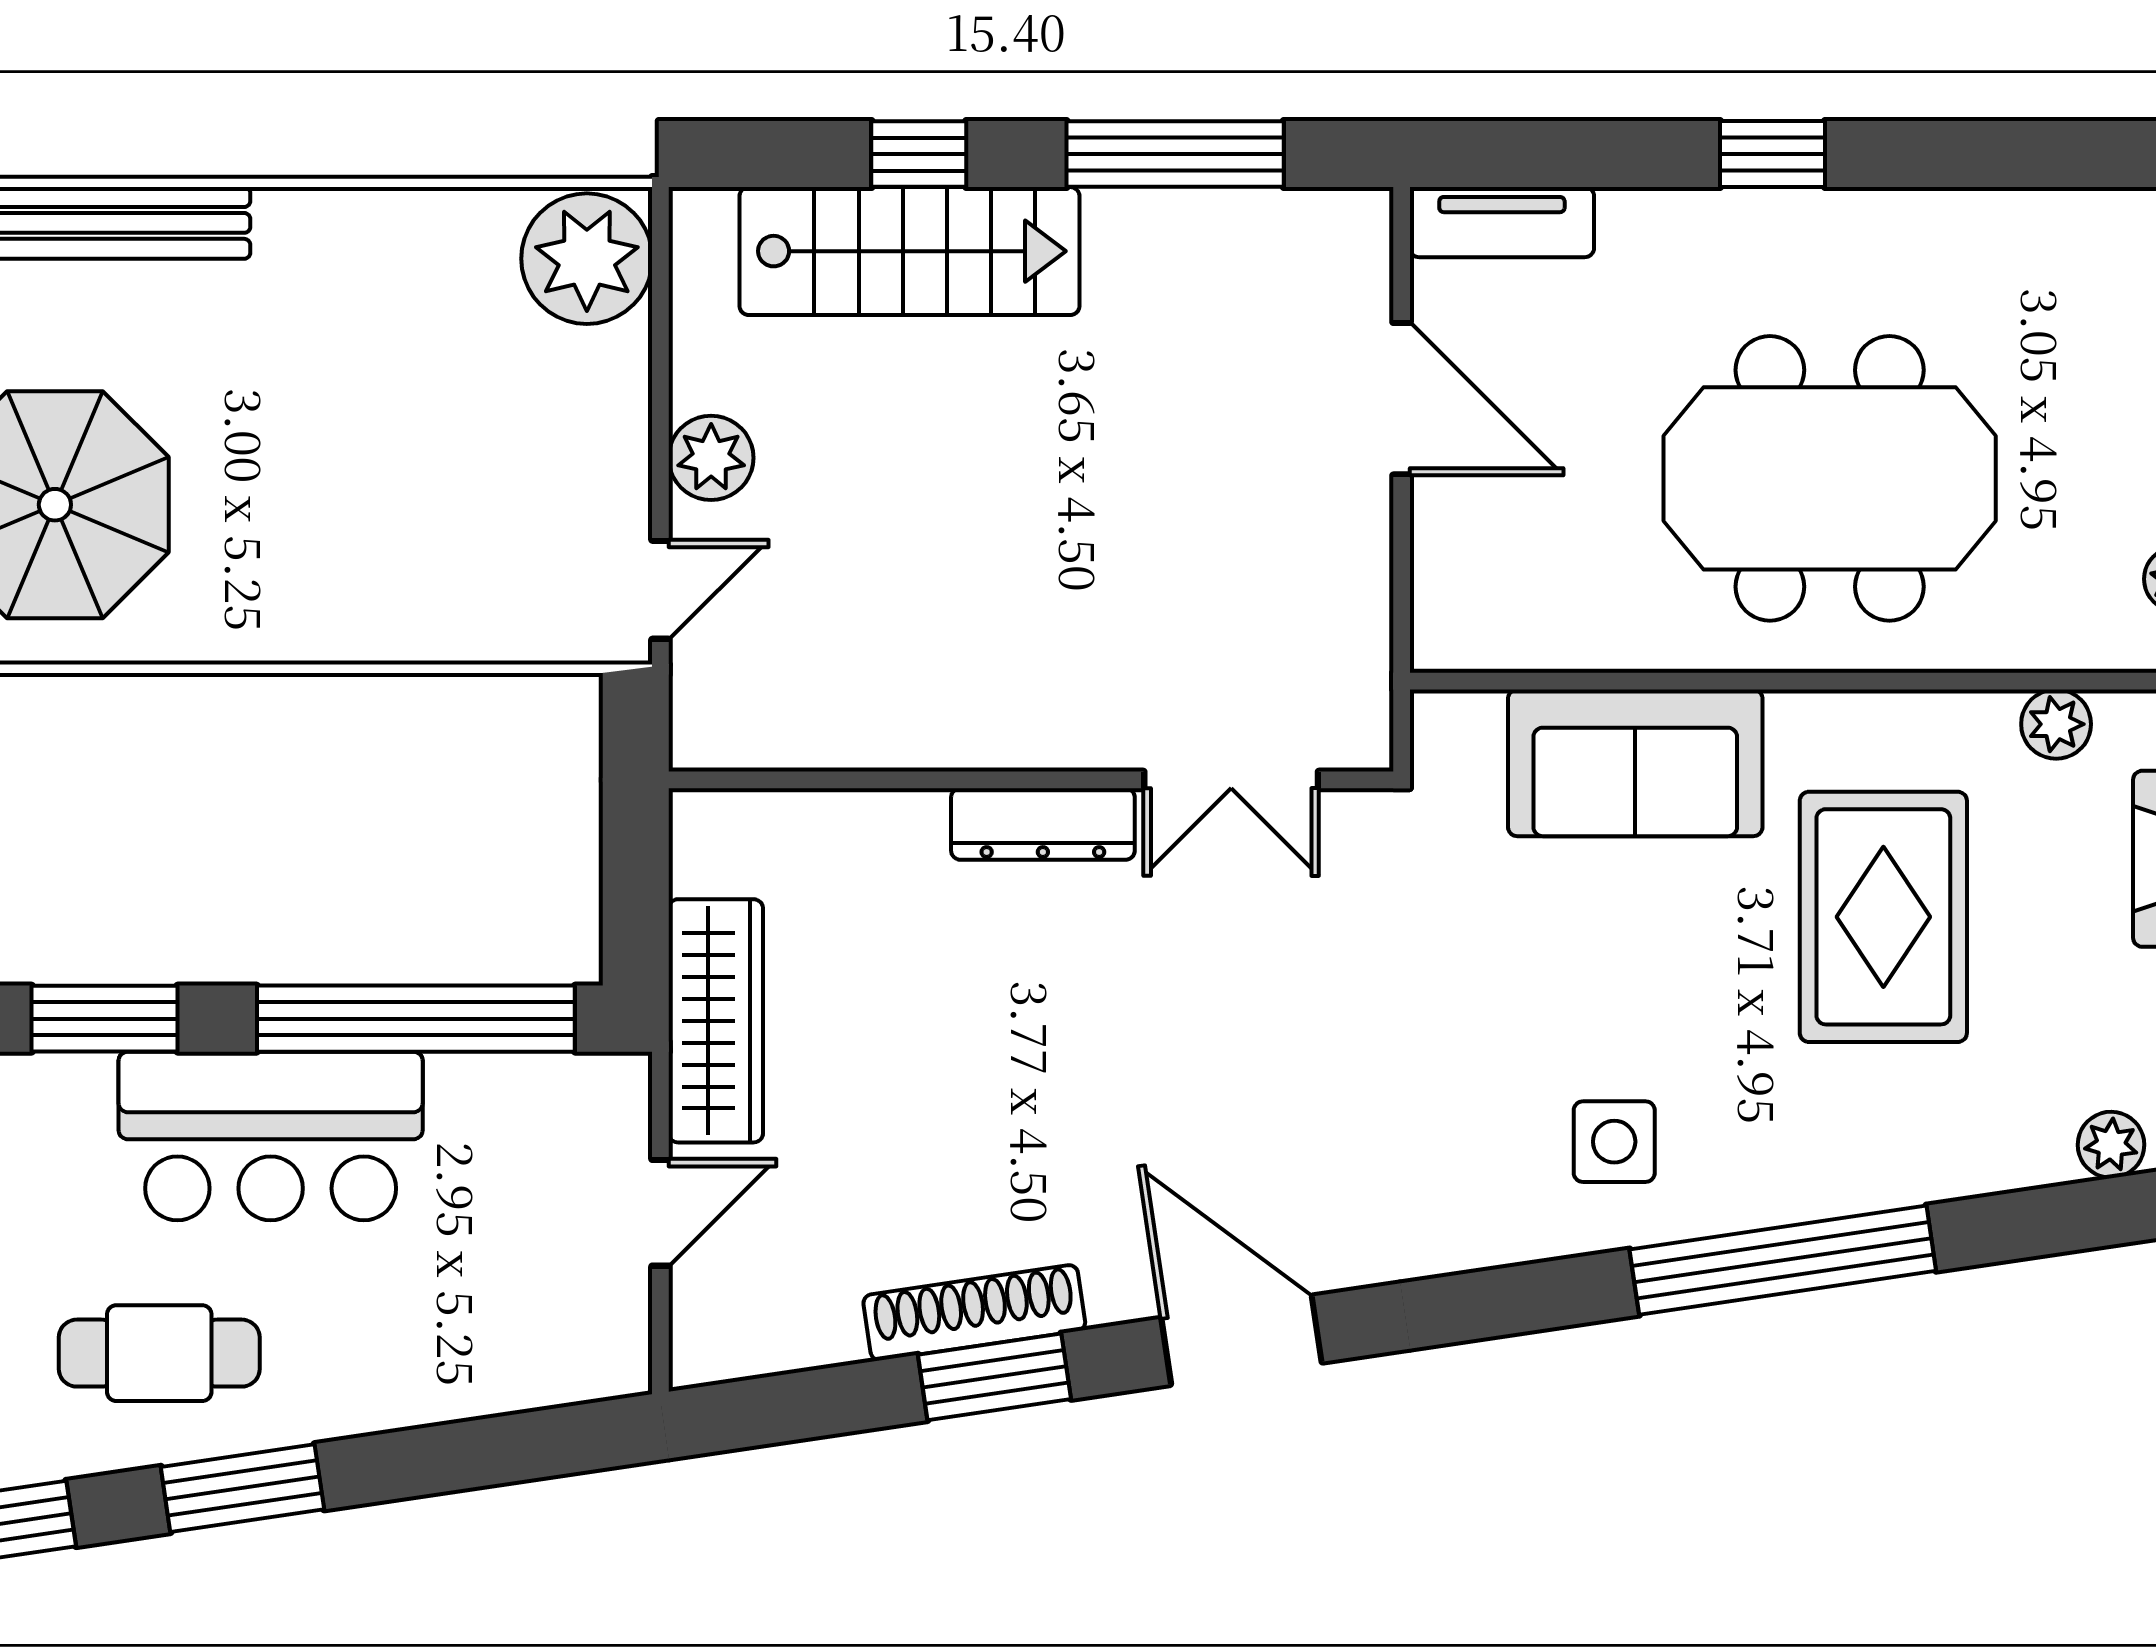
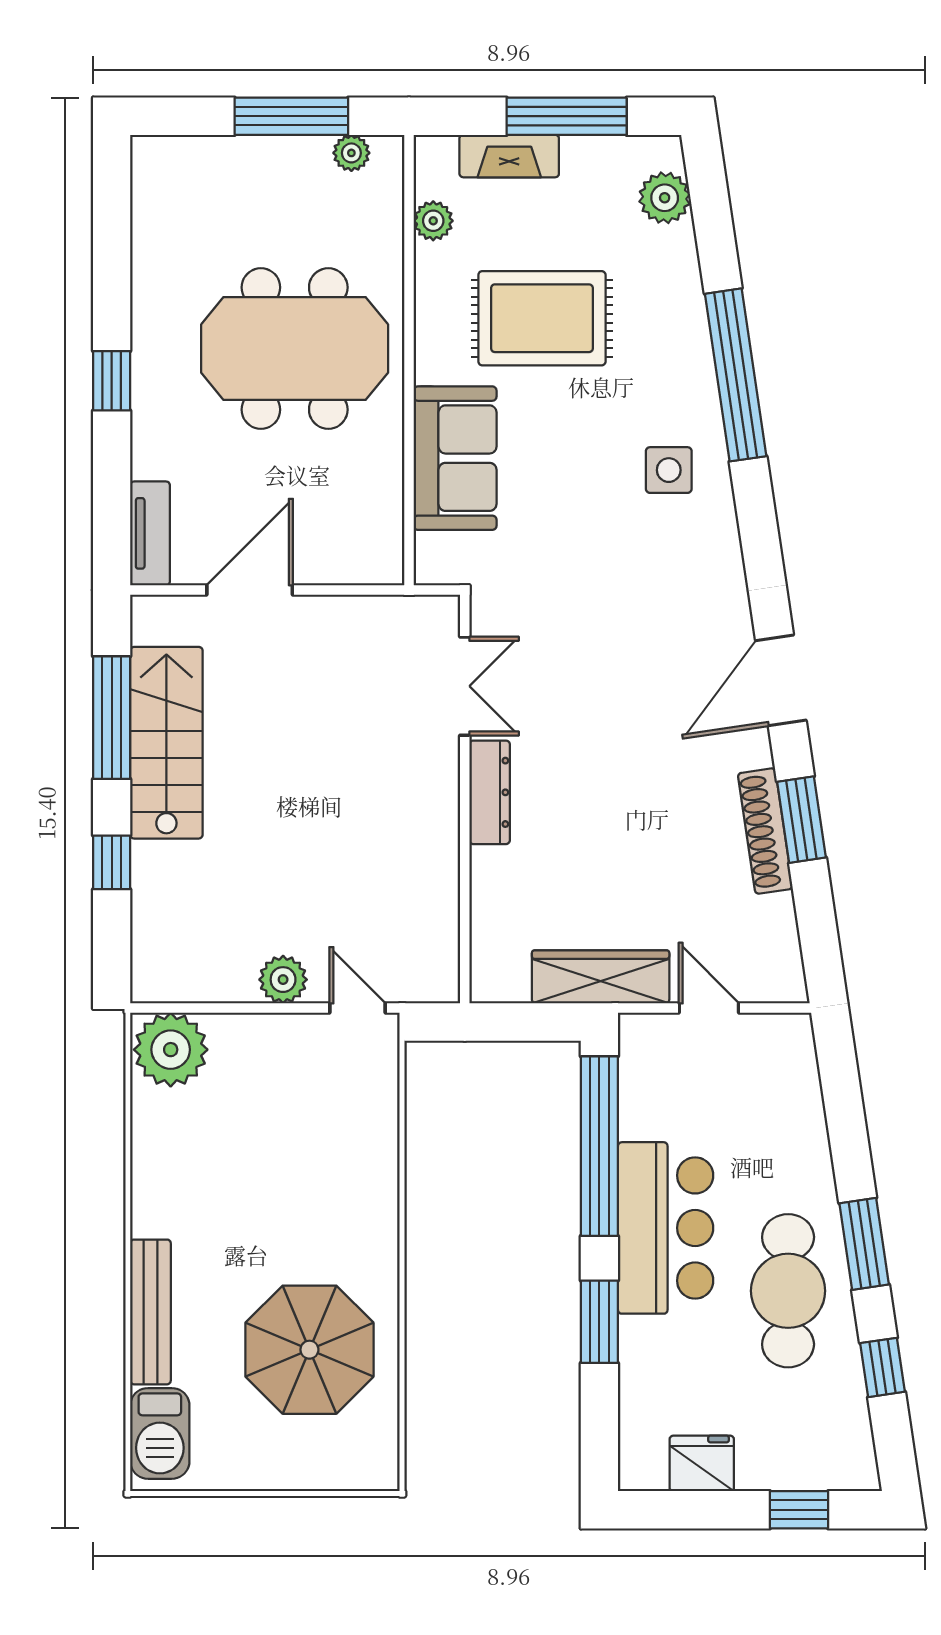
stairs: (909, 251) -> (166, 743), moved
meeting table: (1830, 478) -> (295, 349), turned 90
plant: (2111, 1145) -> (665, 198), width x1.38, depth x1.38
cafe table: (159, 1353) -> (788, 1291), width x1.37, depth x1.35

